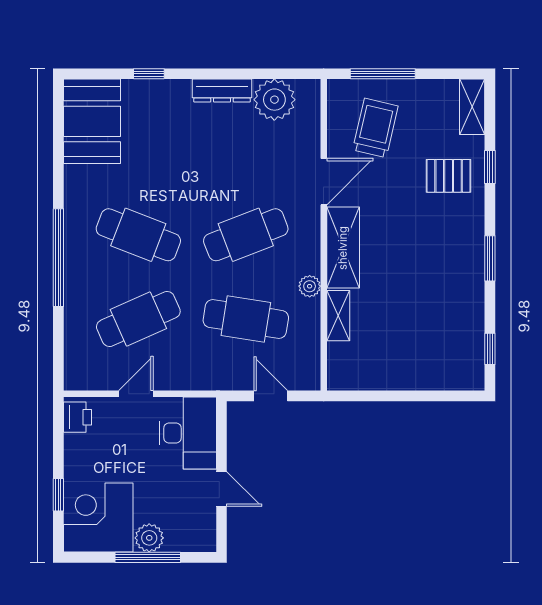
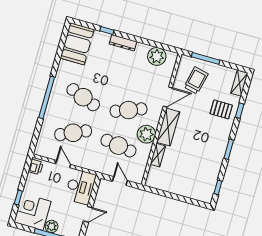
dresser: (222, 91) -> (123, 43), moved
plant: (310, 286) -> (146, 134), width x1.87, depth x1.87
door: (136, 394) -> (63, 164), hinge flipped
door: (222, 489) -> (88, 214), hinge flipped

